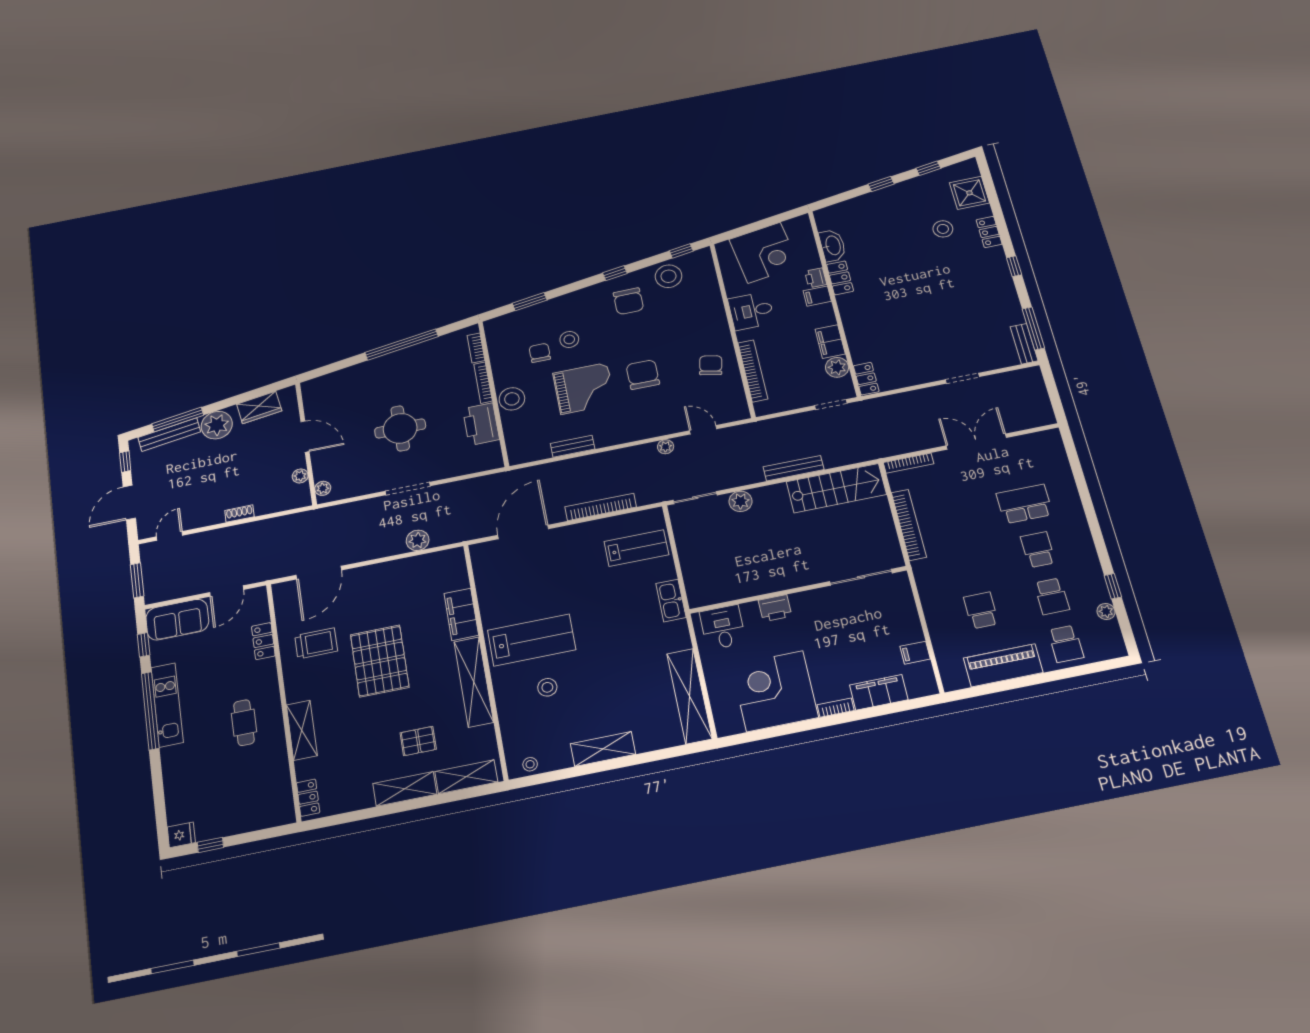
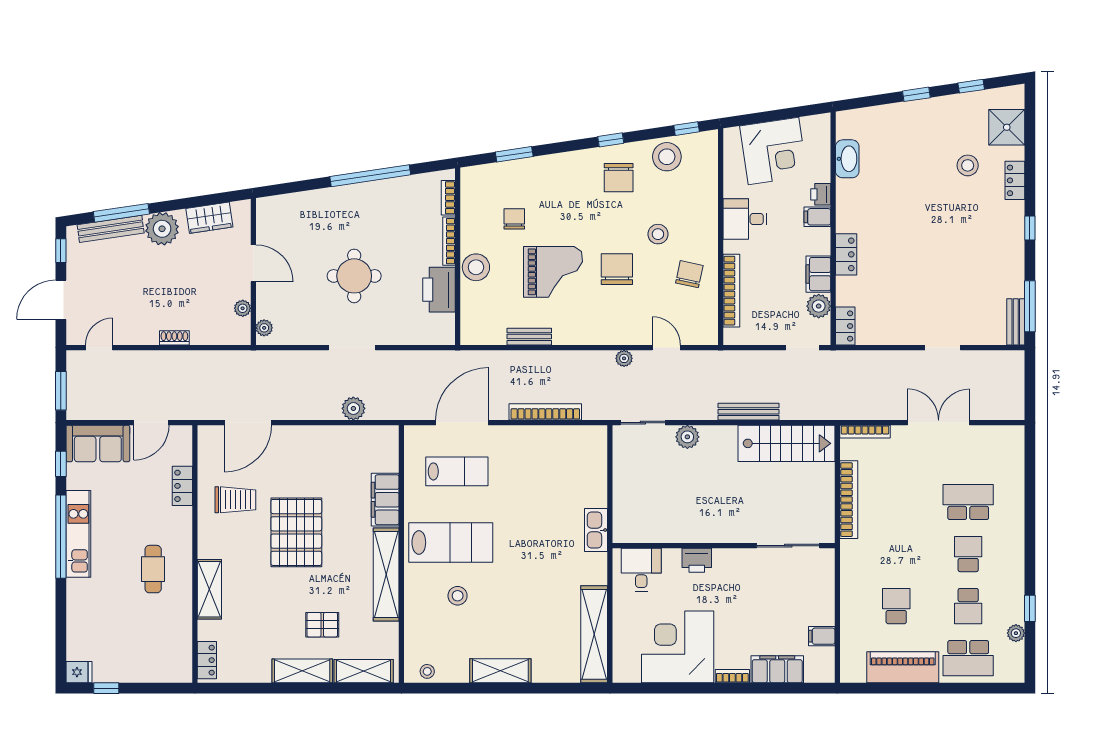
locker: (840, 278) -> (846, 254), moved
stool: (569, 339) -> (658, 234), moved
lab bench: (636, 548) -> (457, 471), moved
school desk: (1066, 644) -> (968, 658), width x1.85

